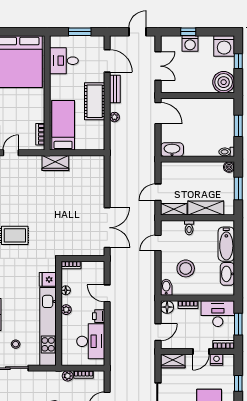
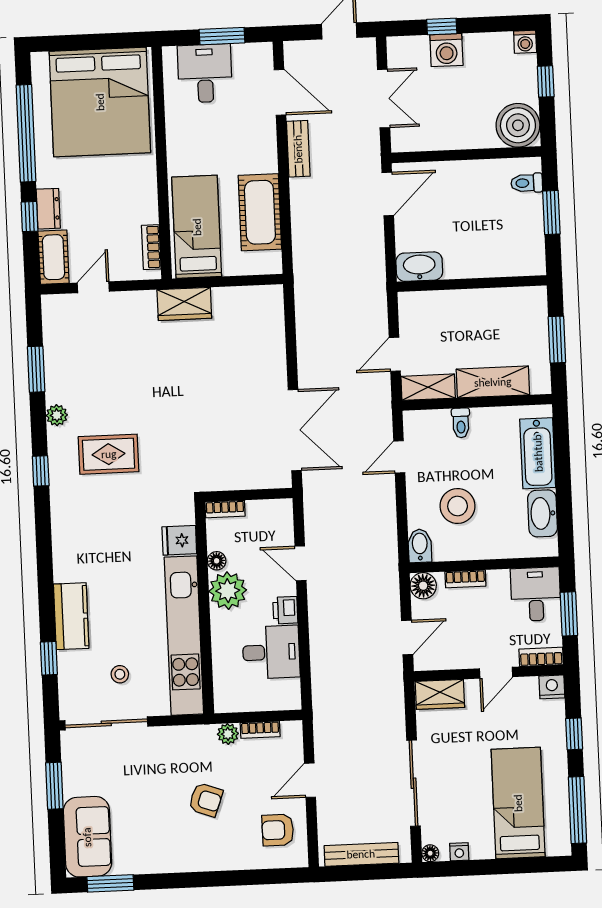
washing machine: (224, 46) -> (525, 42), width x0.53, depth x0.53
desk: (64, 61) -> (205, 73), moved, turned 90
cot: (95, 101) -> (260, 212), moved
door: (158, 113) -> (388, 194), hinge flipped
plant: (114, 117) -> (300, 206), removed
toilet: (227, 152) -> (527, 183), moved
boiler: (229, 167) -> (536, 297), removed
plant: (66, 310) -> (228, 591), width x1.88, depth x1.88
desk: (218, 314) -> (536, 594), width x0.73
desk: (91, 341) -> (271, 652), width x0.73
nightstand: (217, 360) -> (552, 687), moved

